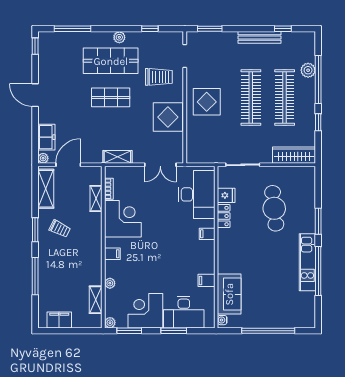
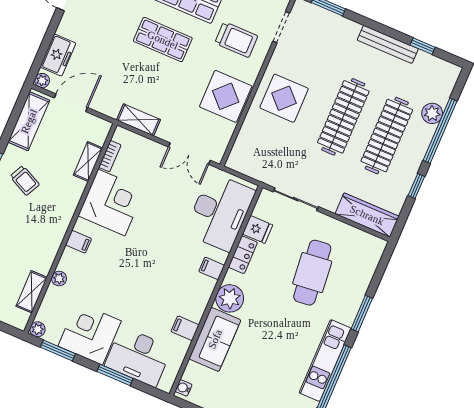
plant: (227, 248) -> (230, 298), added
sofa: (229, 294) -> (215, 339), moved

